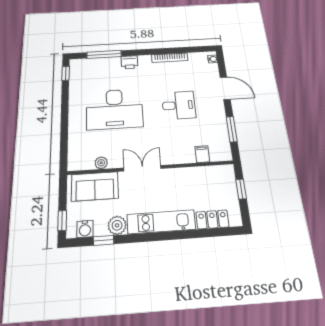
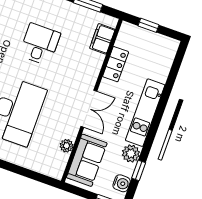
filing cabinet: (202, 154) -> (102, 39), width x2.00
double door: (142, 168) -> (89, 109), swing flipped
locker: (212, 219) -> (116, 64), moved, turned 180

